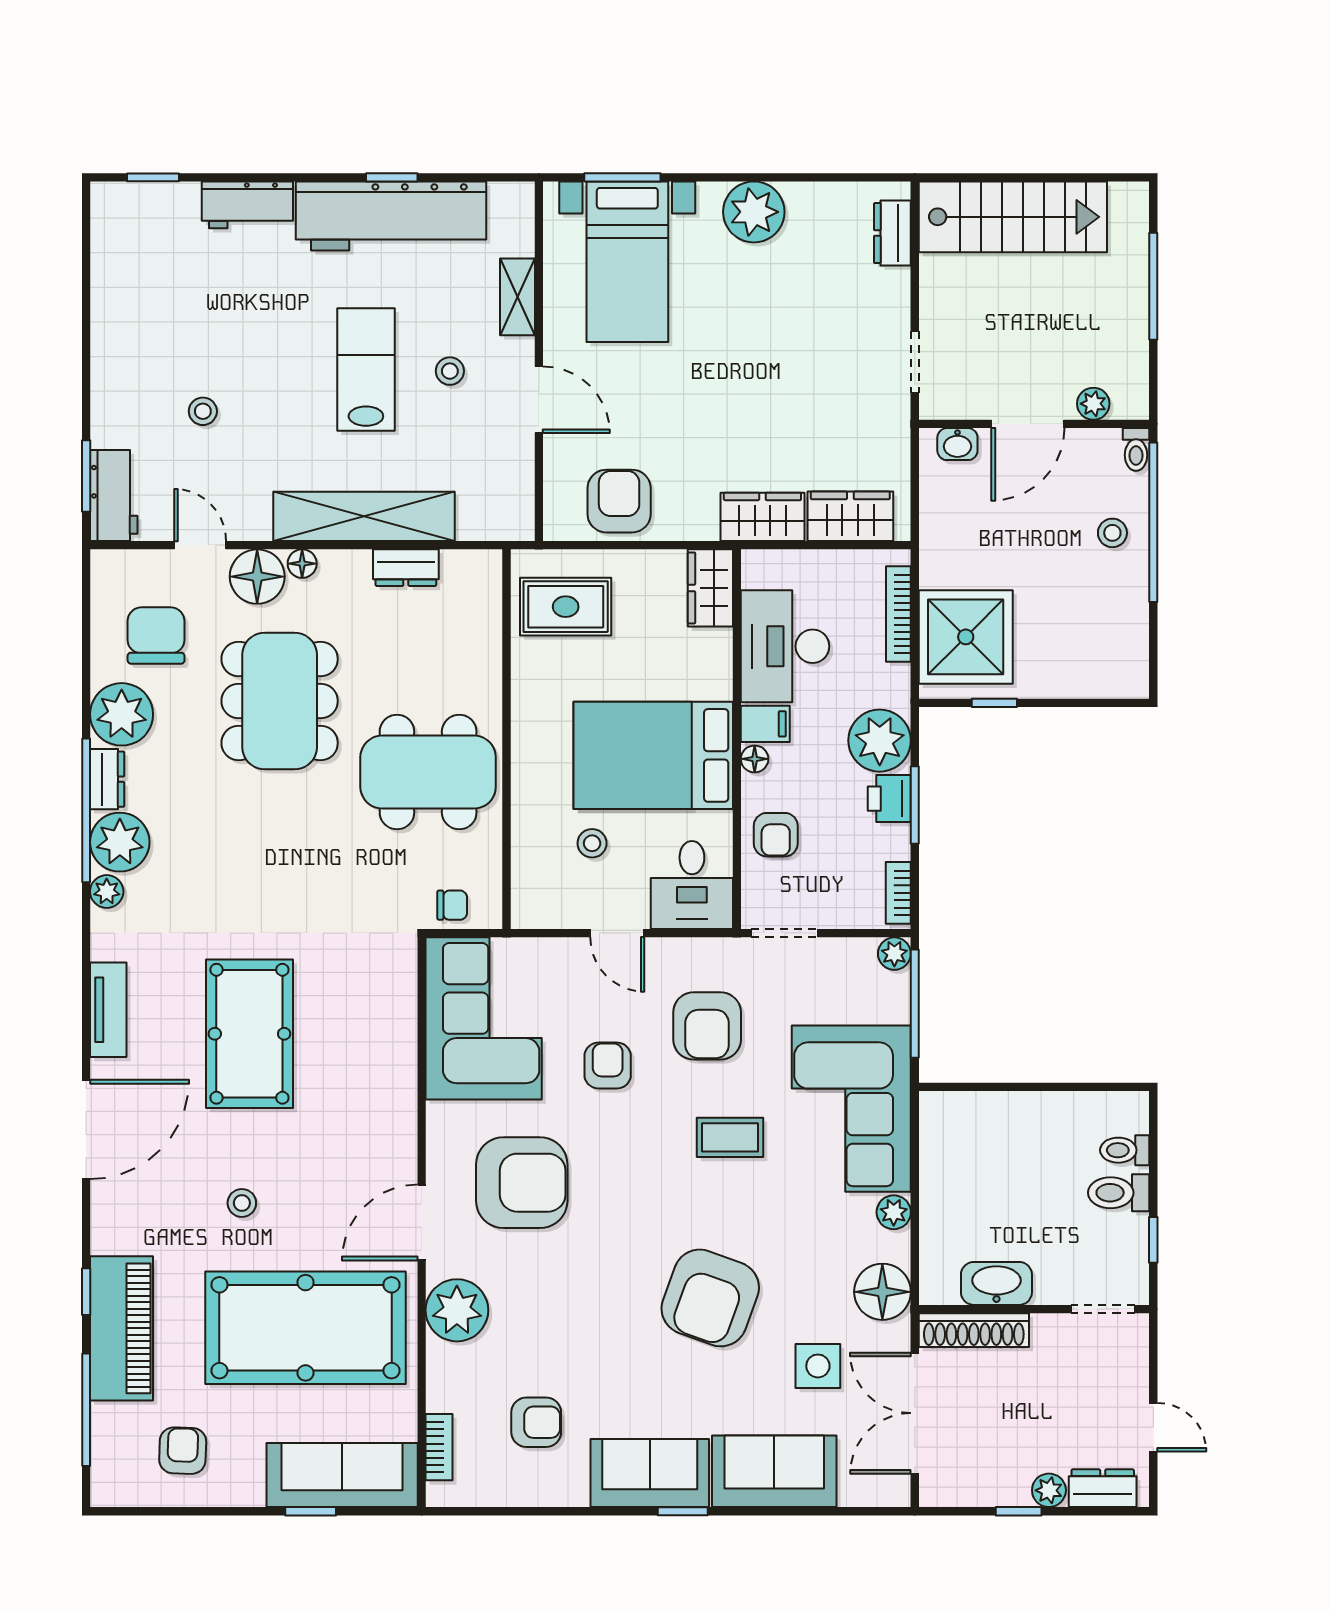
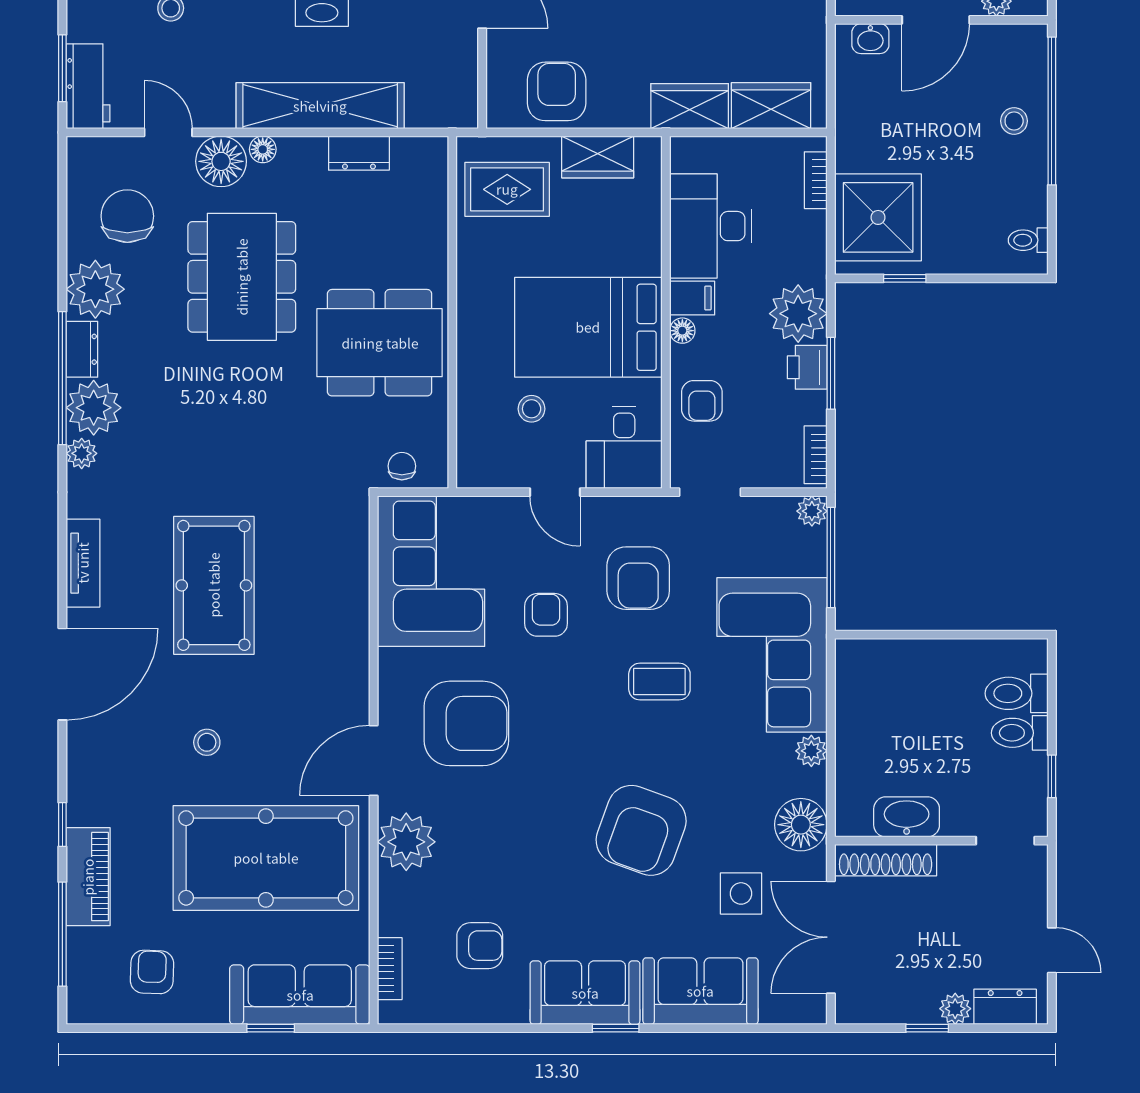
toilet: (1136, 449) -> (1028, 240), moved, turned 90
wardrobe: (710, 588) -> (598, 157), moved, turned -90
bookcase: (898, 614) -> (816, 180), width x0.64
chair: (452, 905) -> (402, 466), turned -90
toilet: (1125, 1150) -> (1017, 693), width x1.37, depth x1.39
piano: (122, 1328) -> (88, 877), width x0.73, depth x0.75

